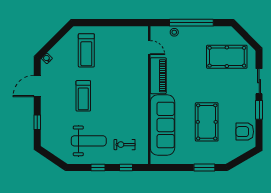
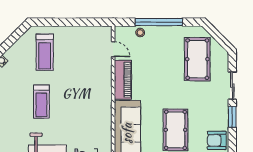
pool table: (227, 57) -> (197, 59), turned 90

